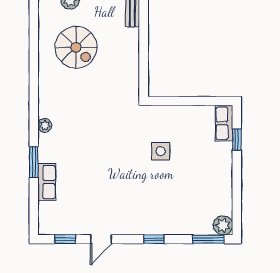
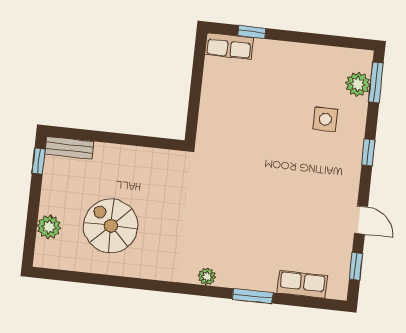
spiral stairs: (76, 47) -> (111, 226), turned -90
side table: (161, 151) -> (325, 119), moved
row of seats: (47, 182) -> (302, 284), moved
plant: (223, 225) -> (358, 84), moved

